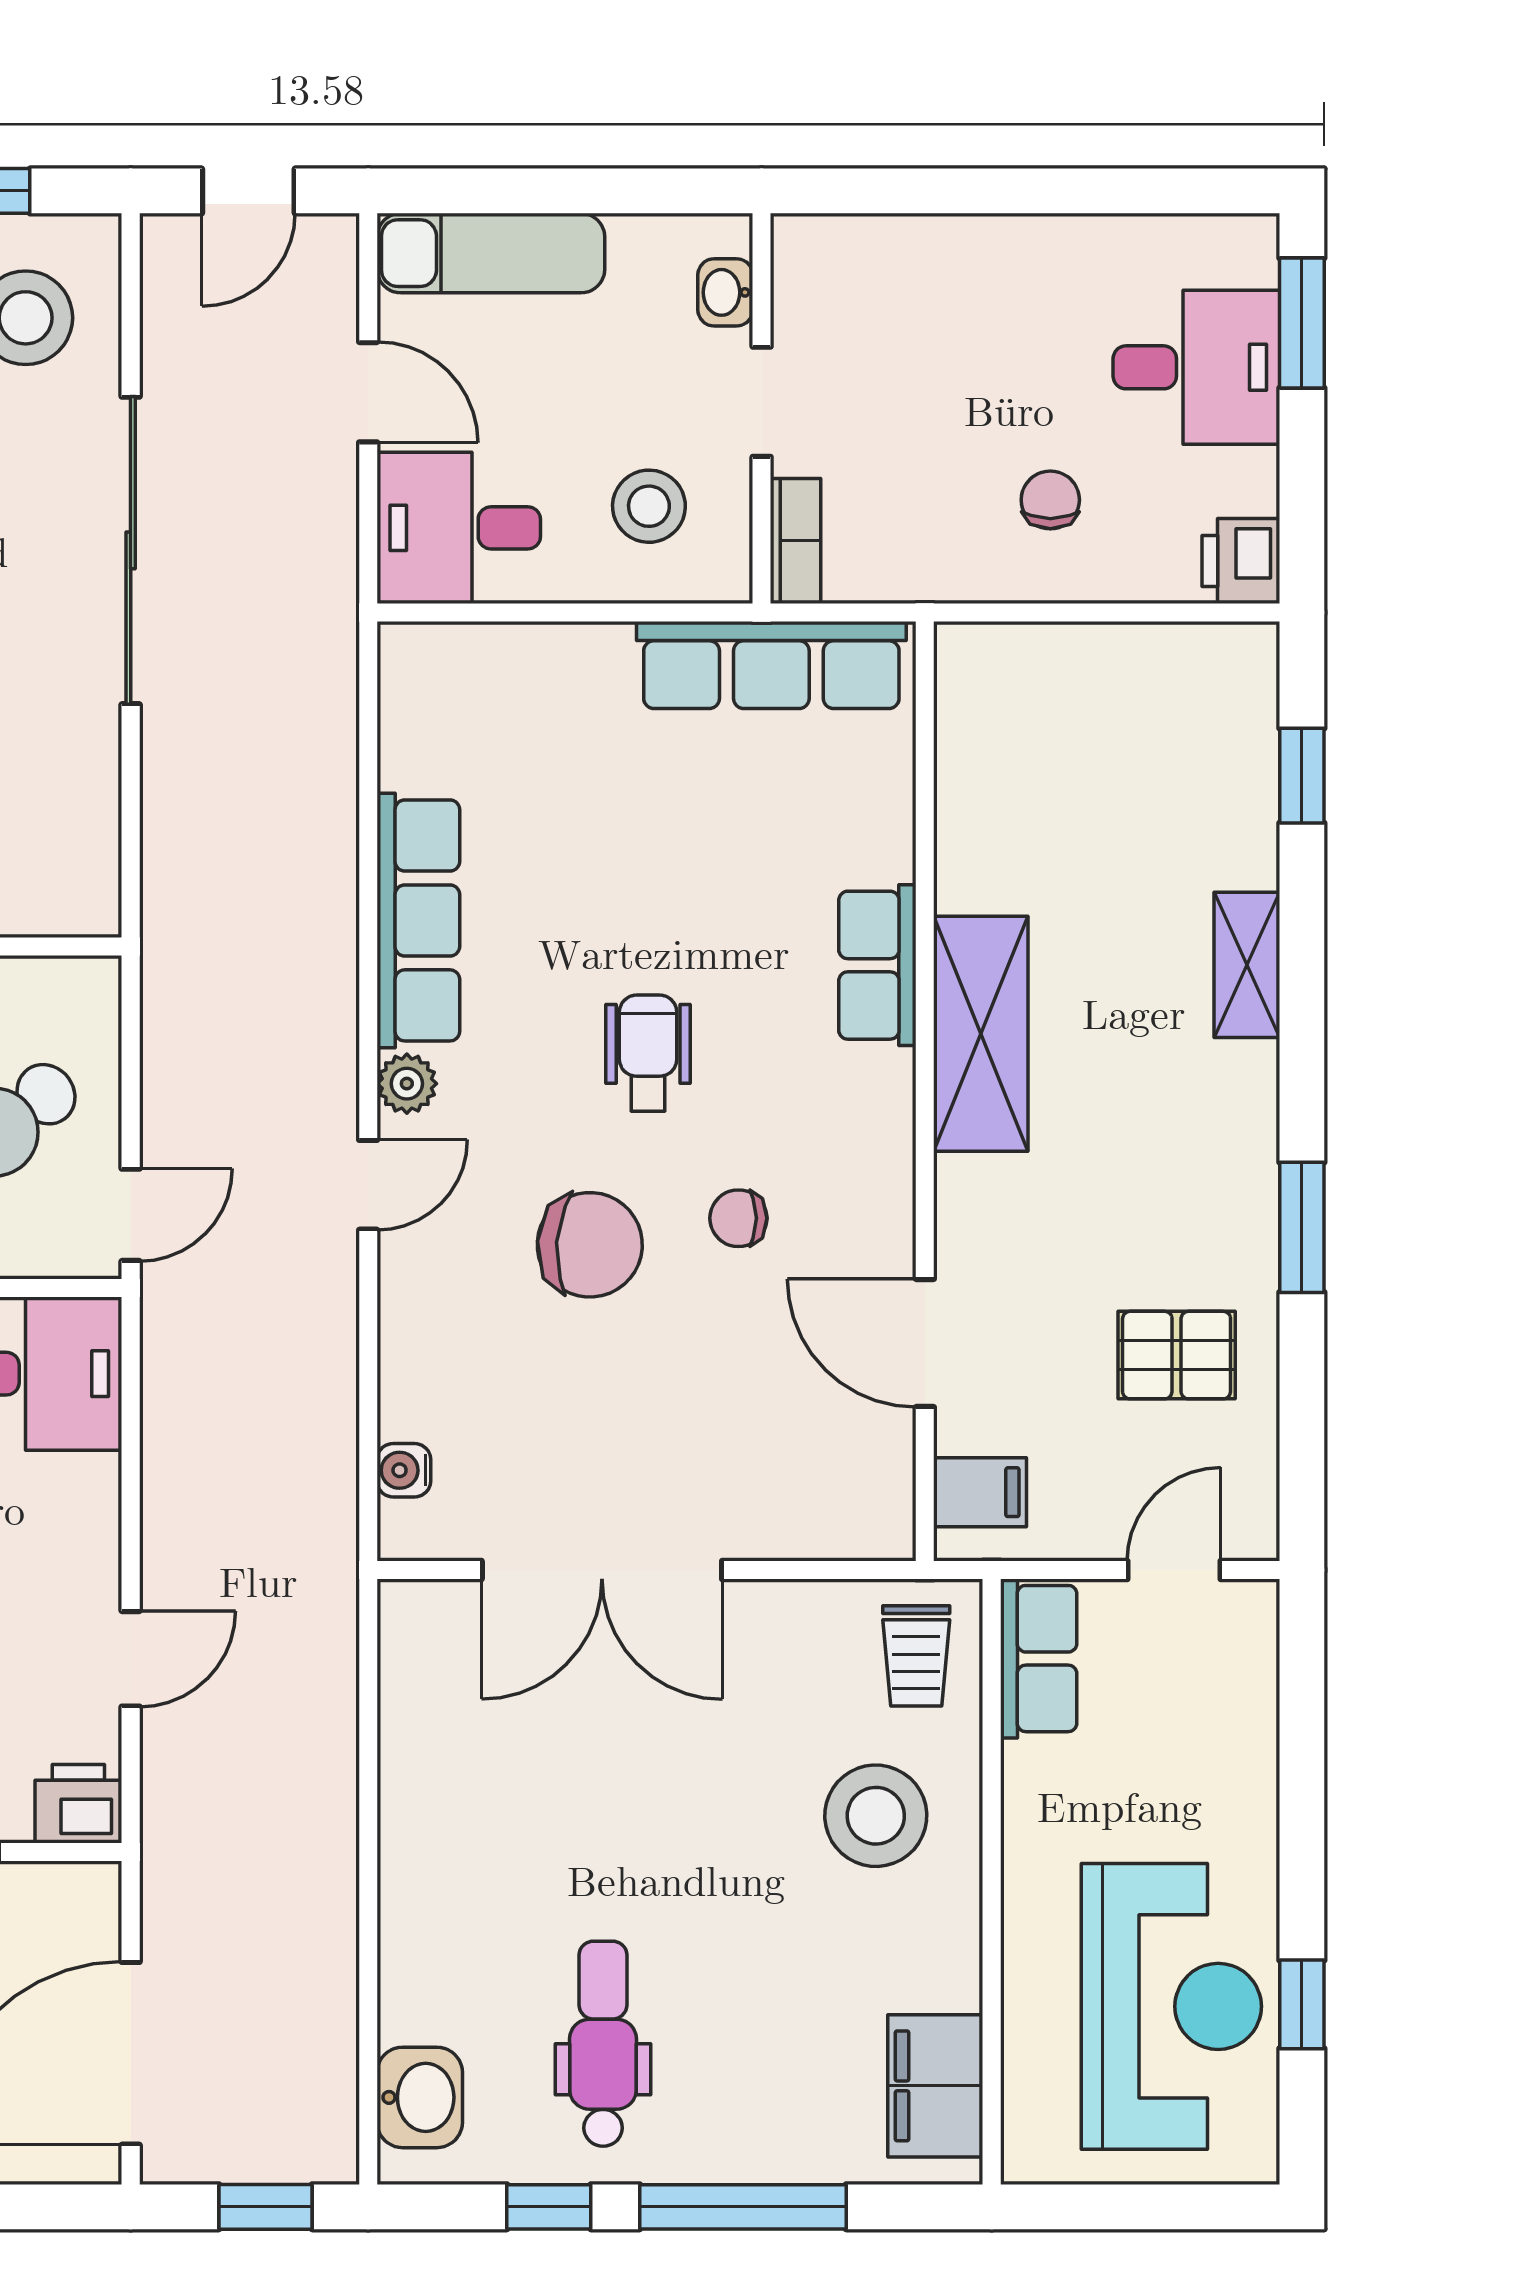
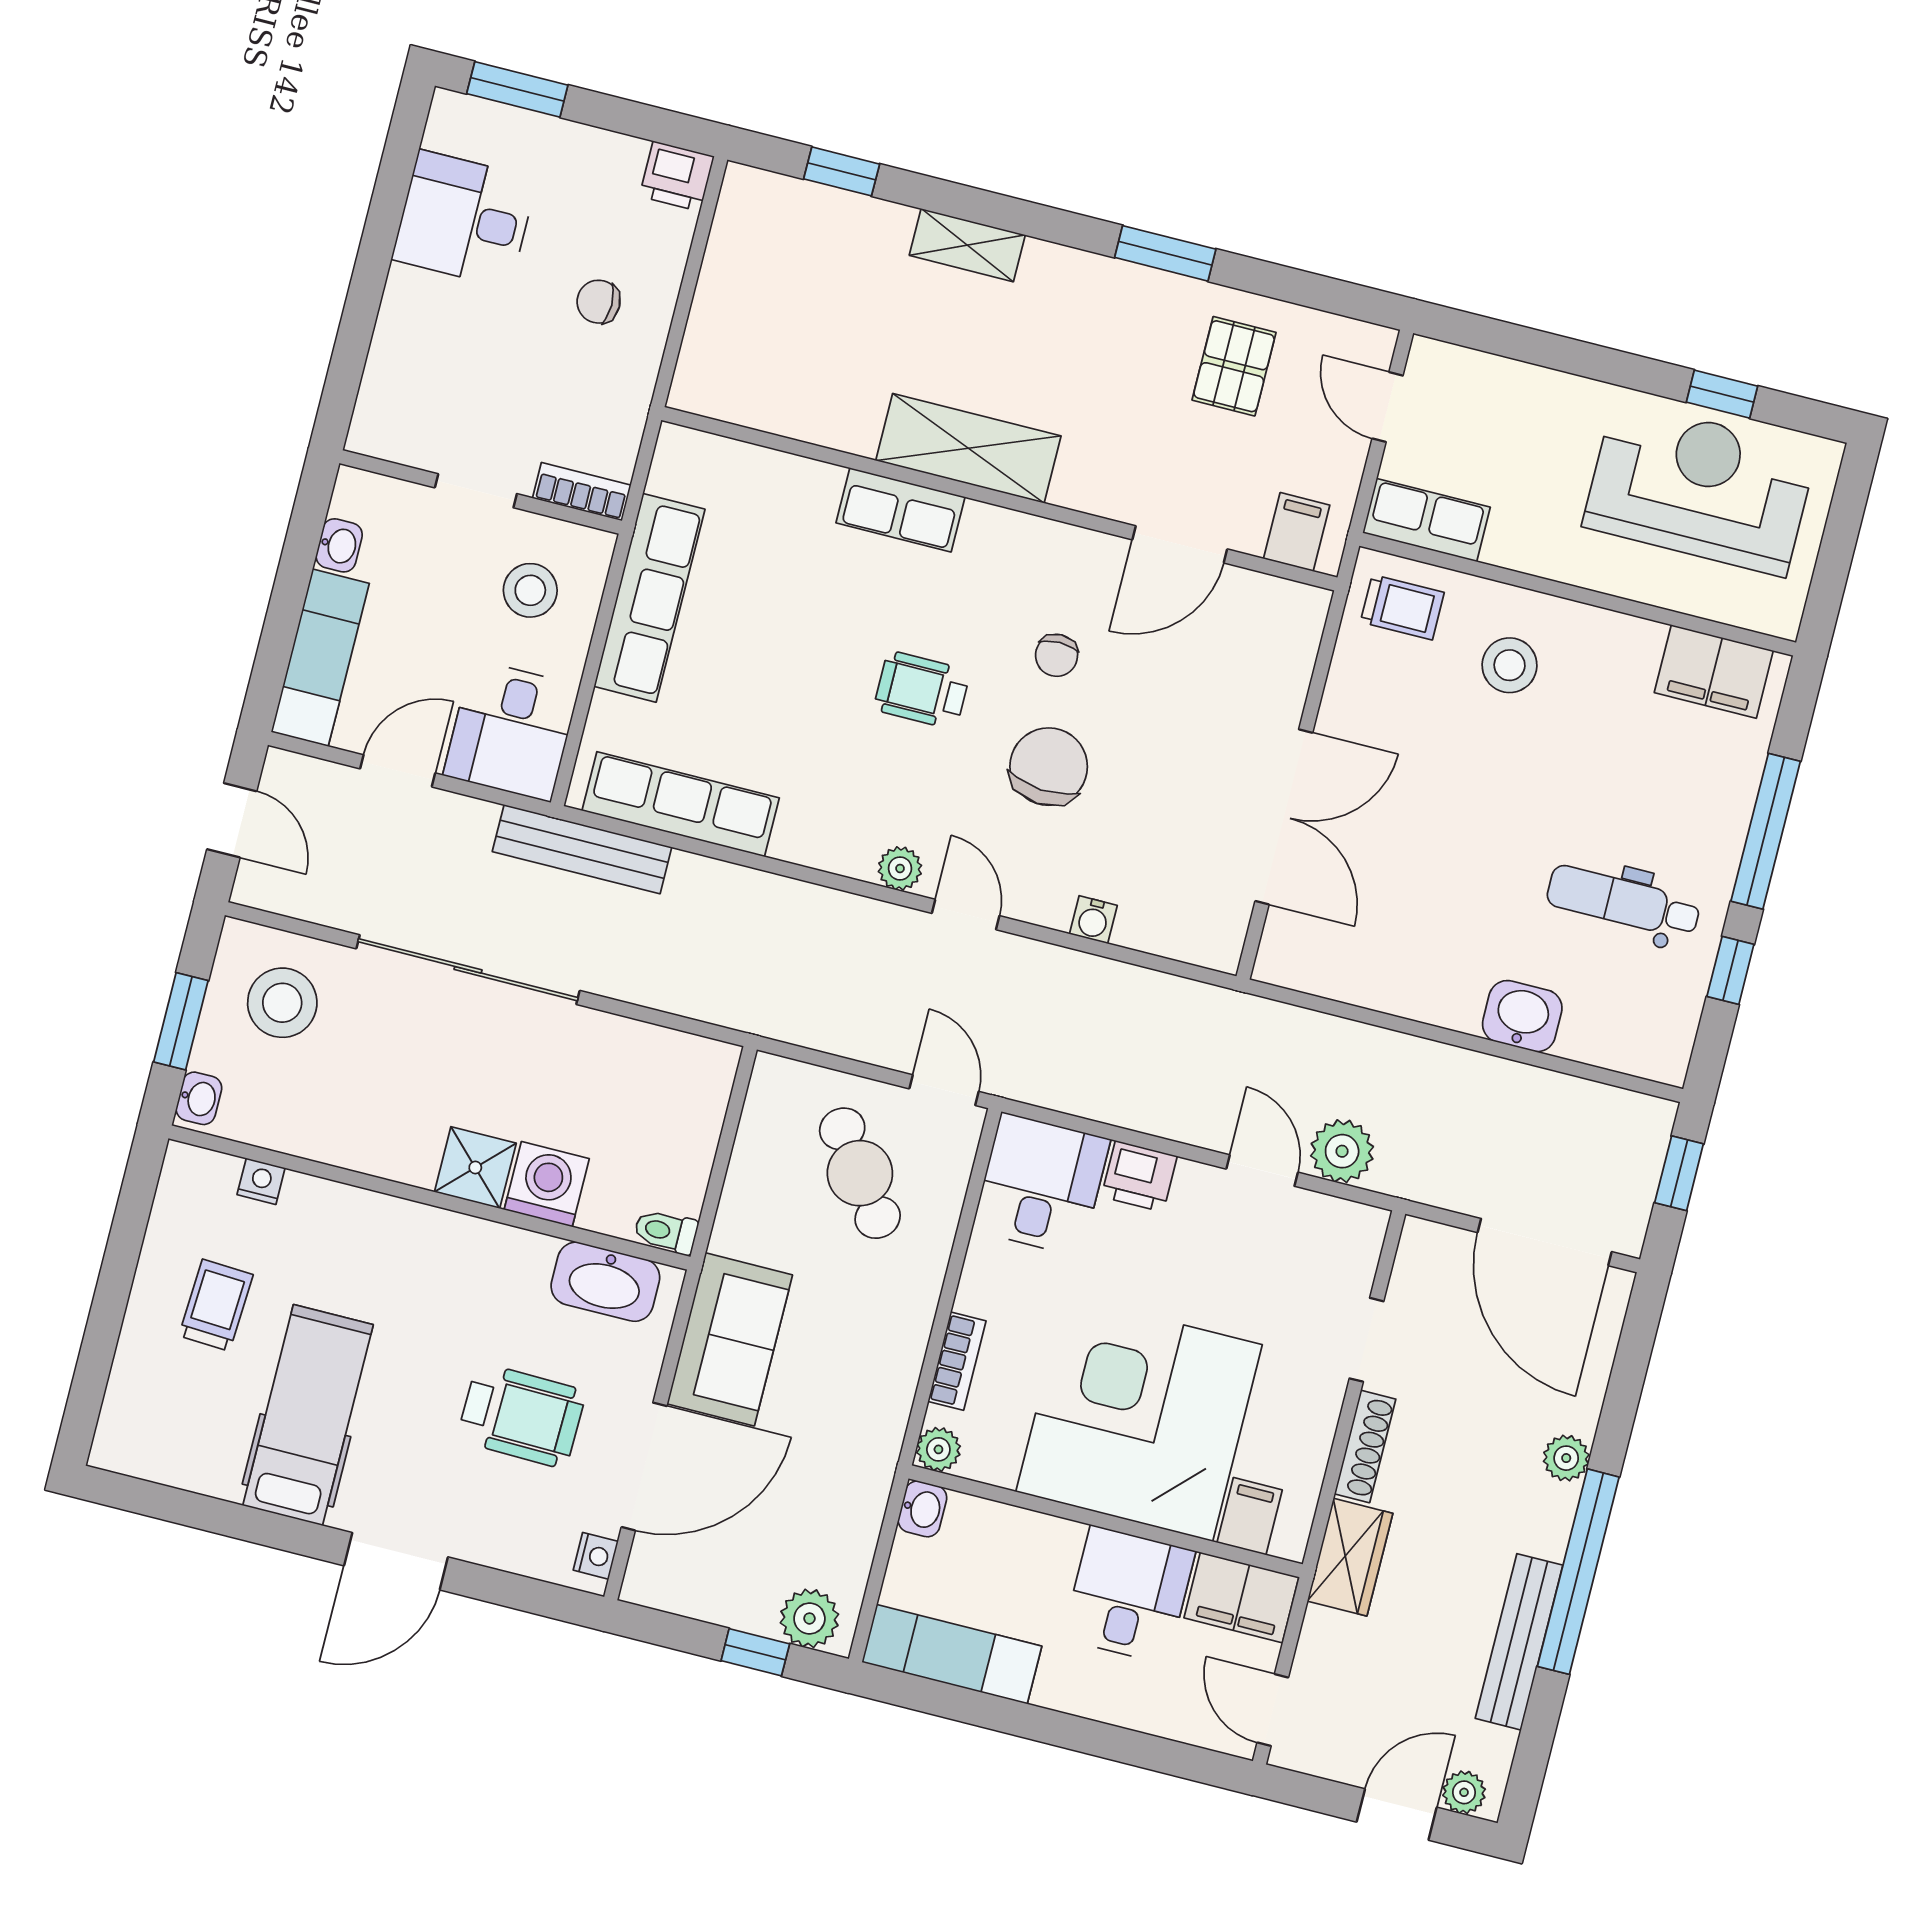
washbasin: (725, 292) -> (339, 545), moved, turned -90
desk: (1196, 367) -> (464, 219), moved, turned -90
bench: (326, 660) -> (582, 849), added
row of seats: (771, 665) -> (649, 598), moved
row of seats: (418, 920) -> (681, 804), moved
water cooler: (404, 1470) -> (1093, 920), moved
plant: (183, 1757) -> (1342, 1151), added
printer: (78, 1804) -> (1139, 1176), moved, turned -90
stool: (876, 1816) -> (1510, 665), width x0.73, depth x0.73
washbasin: (420, 2097) -> (1522, 1016), moved

